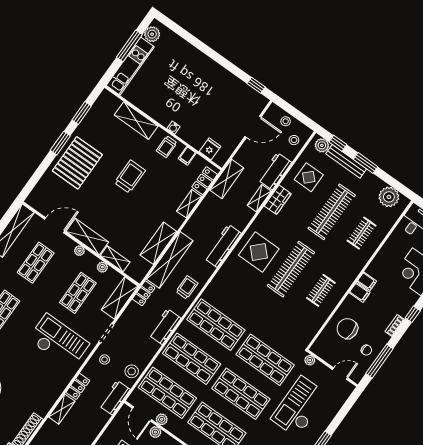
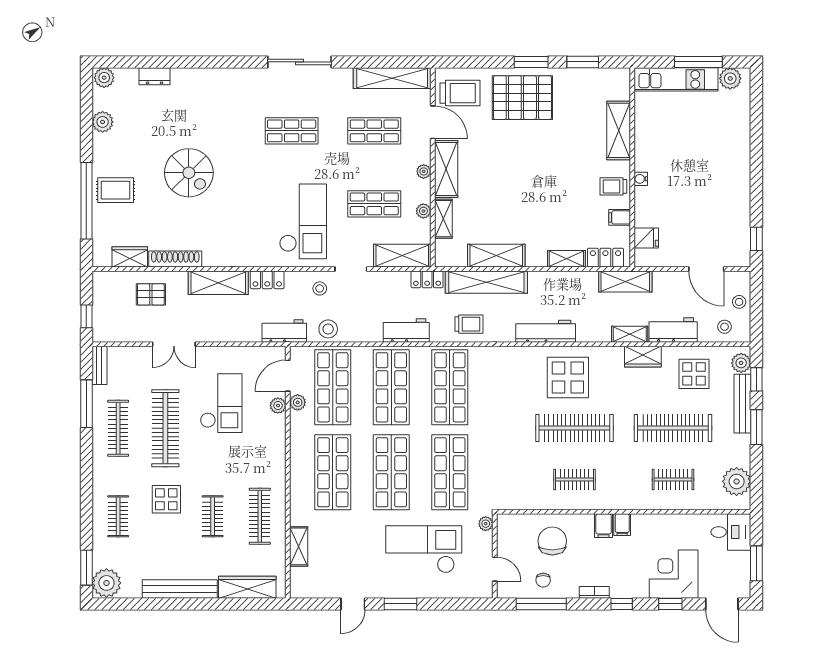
trolley: (130, 177) -> (460, 93), moved
shelving: (62, 409) -> (218, 283), width x1.50, depth x1.33

